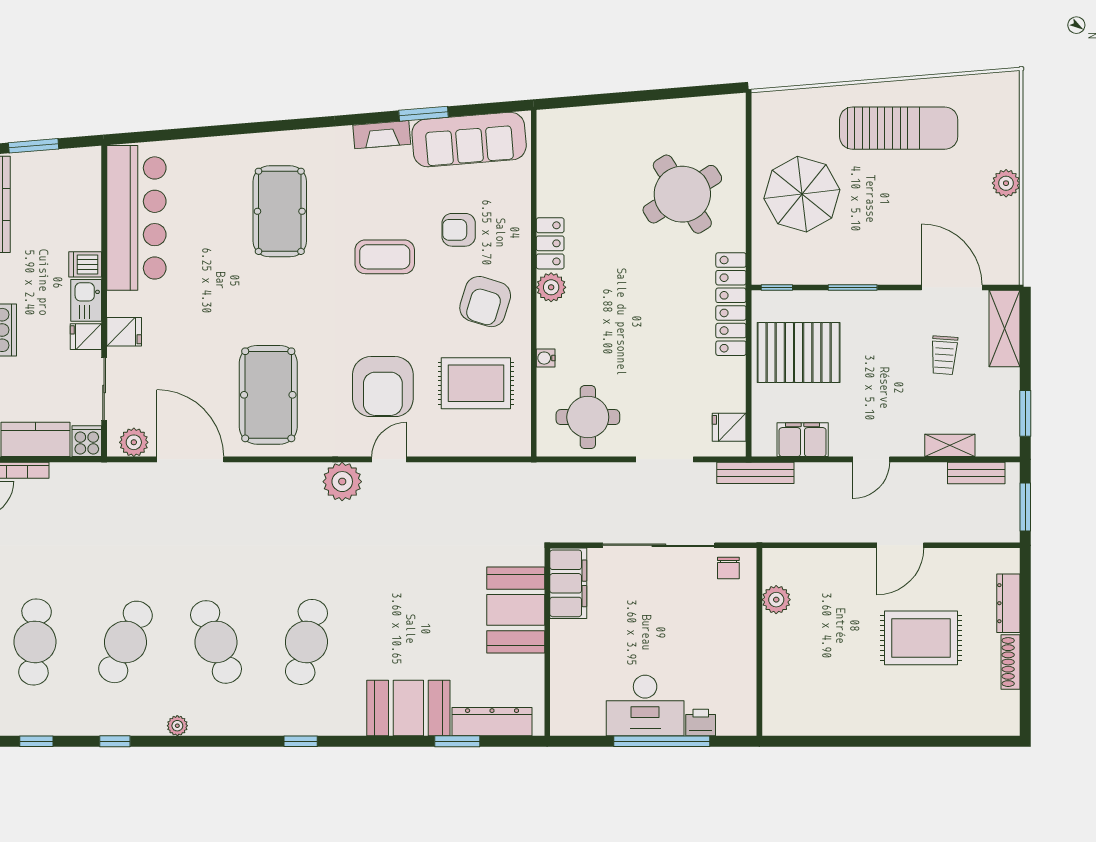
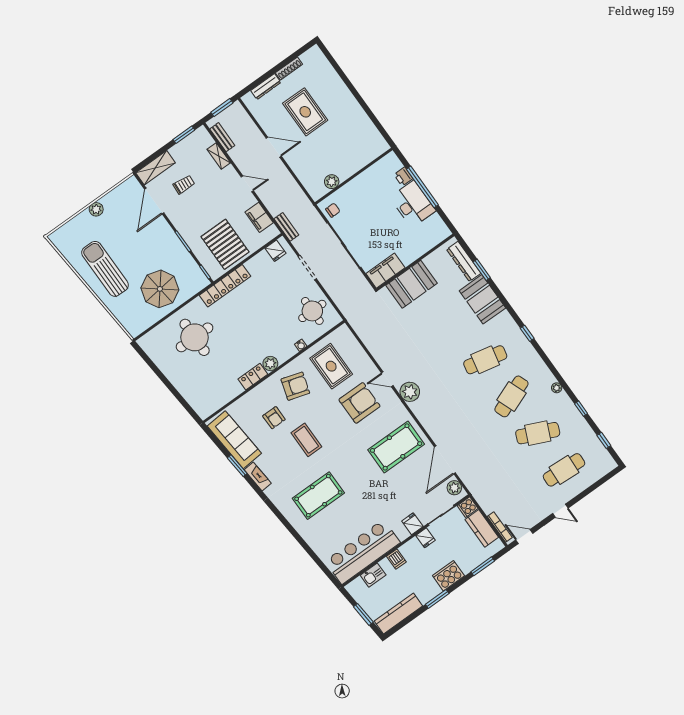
round table: (682, 194) -> (195, 337), turned 32
kitchen sink: (86, 300) -> (373, 575), moved
bench: (755, 473) -> (286, 227), width x0.73

